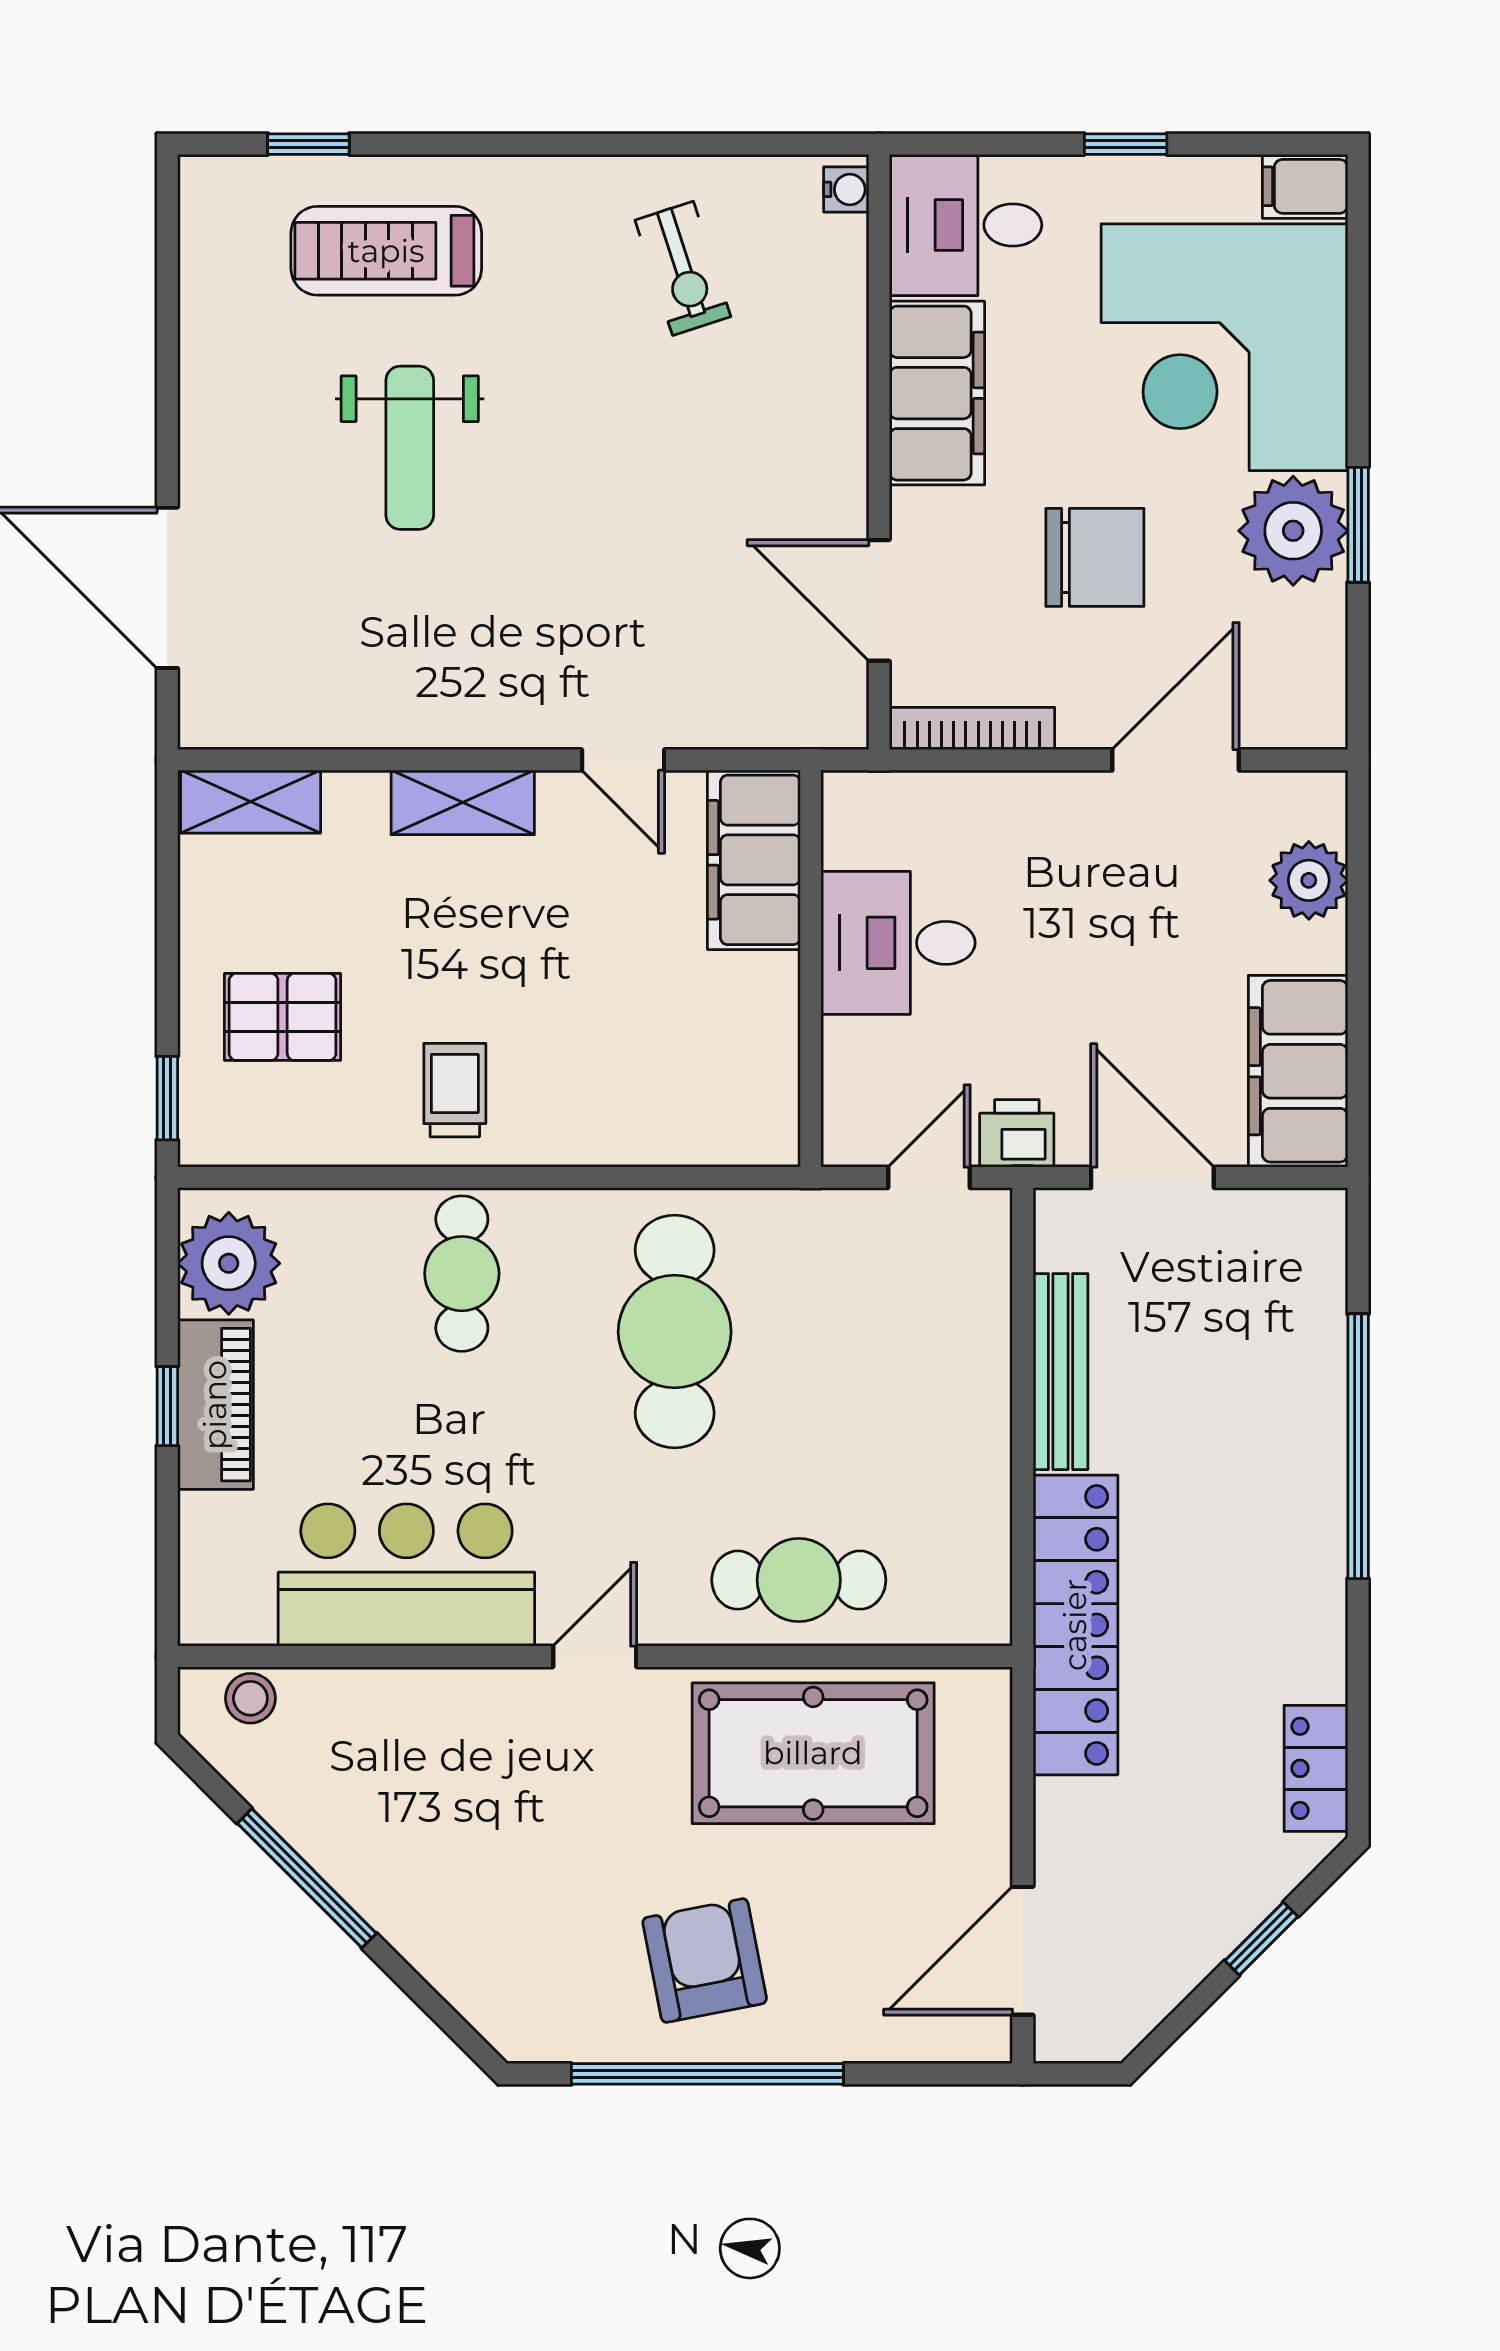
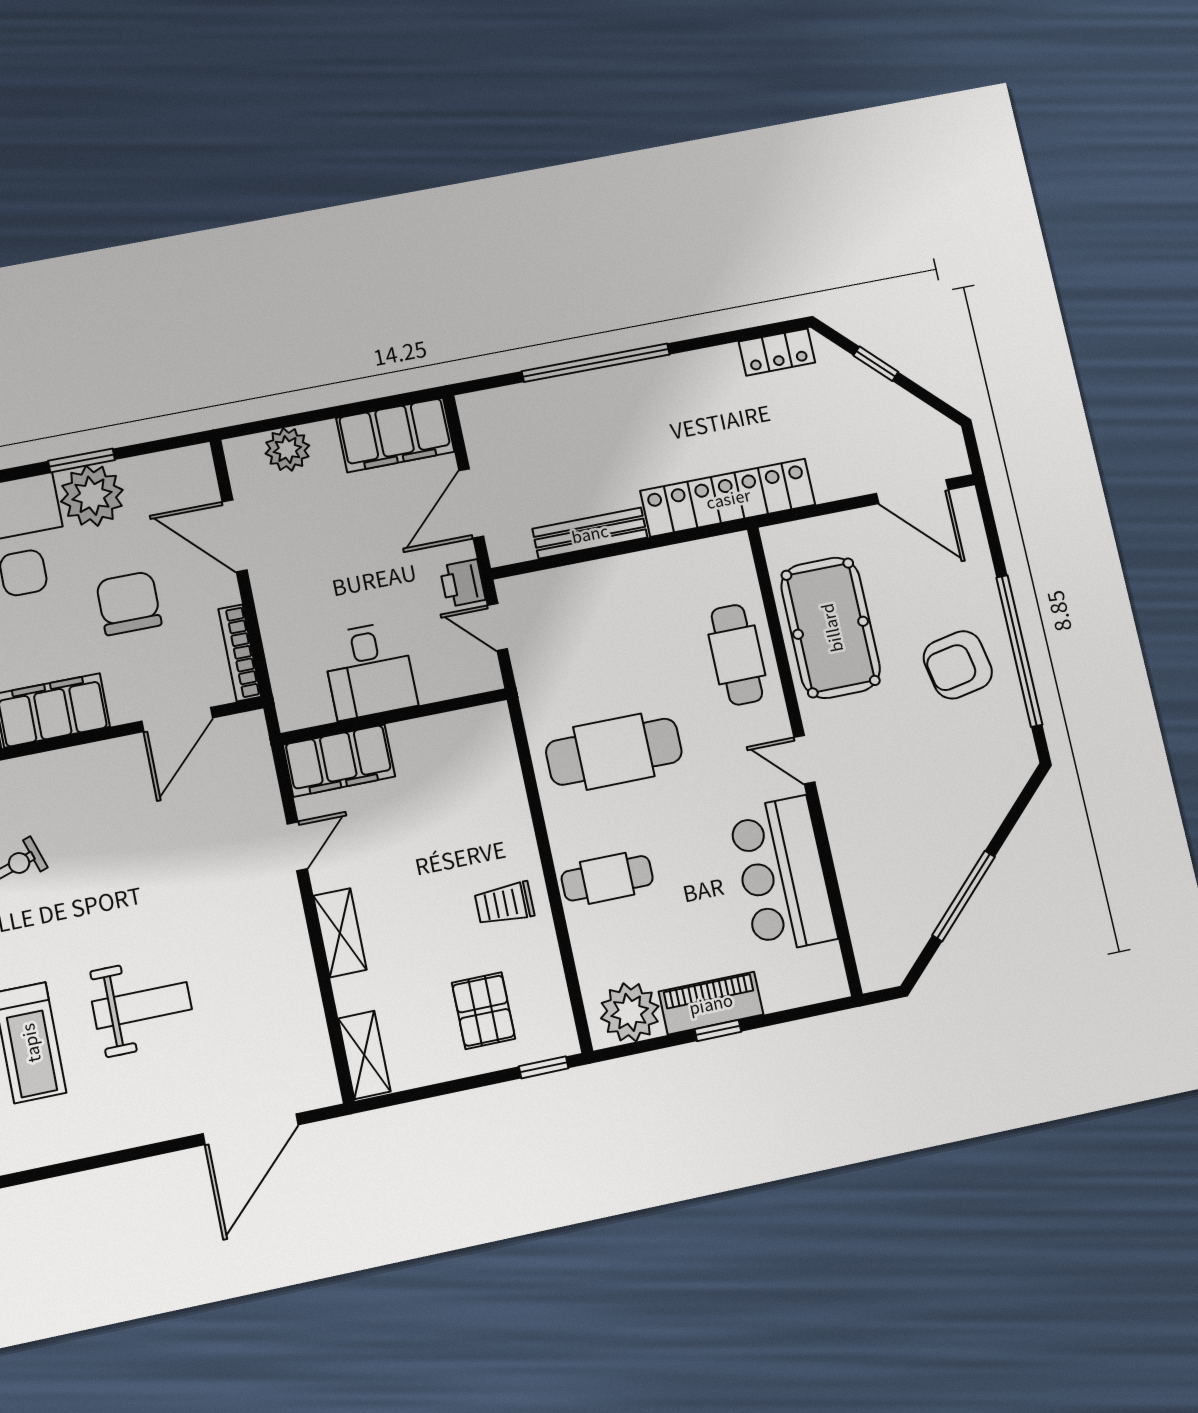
stool: (250, 1698) -> (871, 949), removed

